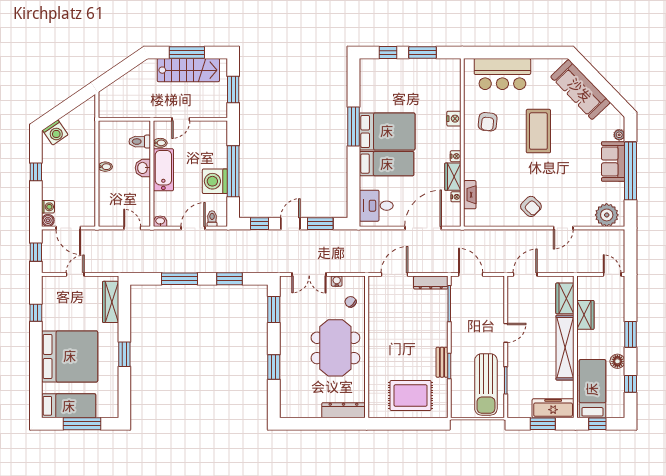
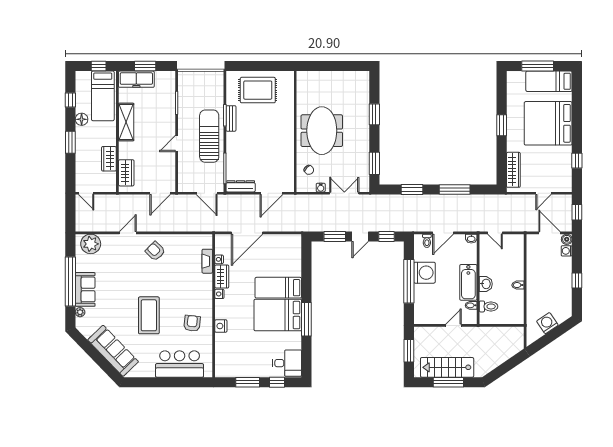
washing machine: (55, 132) -> (547, 323), moved
desk: (376, 206) -> (287, 363), moved
shelving: (565, 348) -> (126, 122), width x0.68
sun lounger: (486, 384) -> (209, 136), moved
dresser: (343, 410) -> (315, 78), removed

